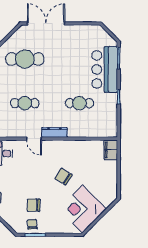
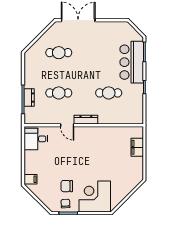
cafe table: (25, 59) -> (59, 53), width x0.73, depth x0.74
filing cabinet: (111, 150) -> (137, 147), moved
chair: (63, 177) -> (94, 160), removed
corner desk: (82, 209) -> (95, 196), moved, turned 45

